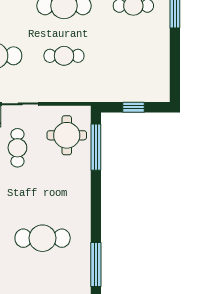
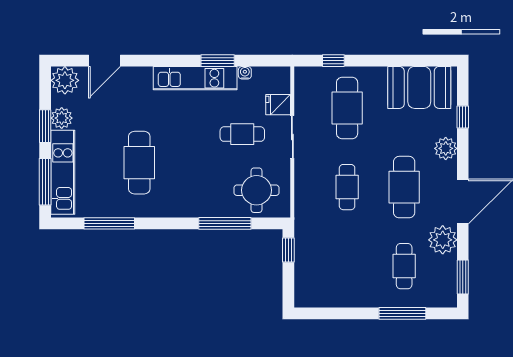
window: (133, 107) -> (288, 250), moved
window: (96, 147) -> (225, 223), moved

